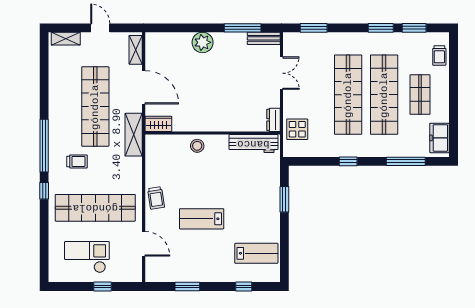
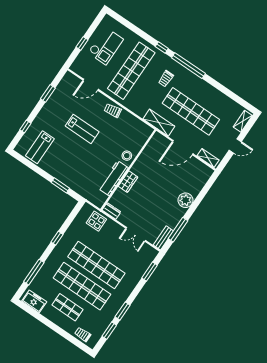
wardrobe: (158, 124) -> (128, 182), moved
workbench: (253, 144) -> (113, 178), moved
lab bench: (202, 219) -> (82, 129), turned 90

